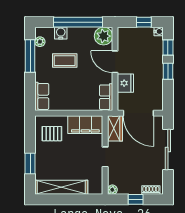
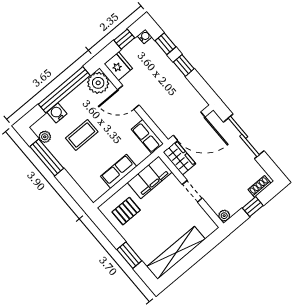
fridge: (125, 83) -> (118, 66), moved
row of seats: (42, 96) -> (119, 171), moved, turned -90

